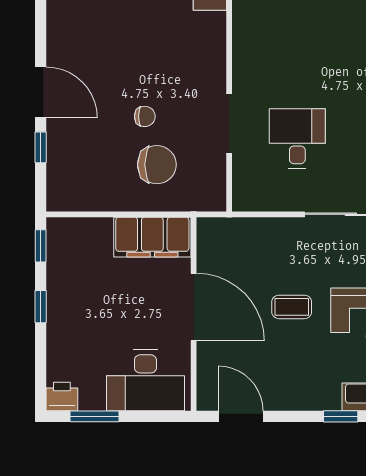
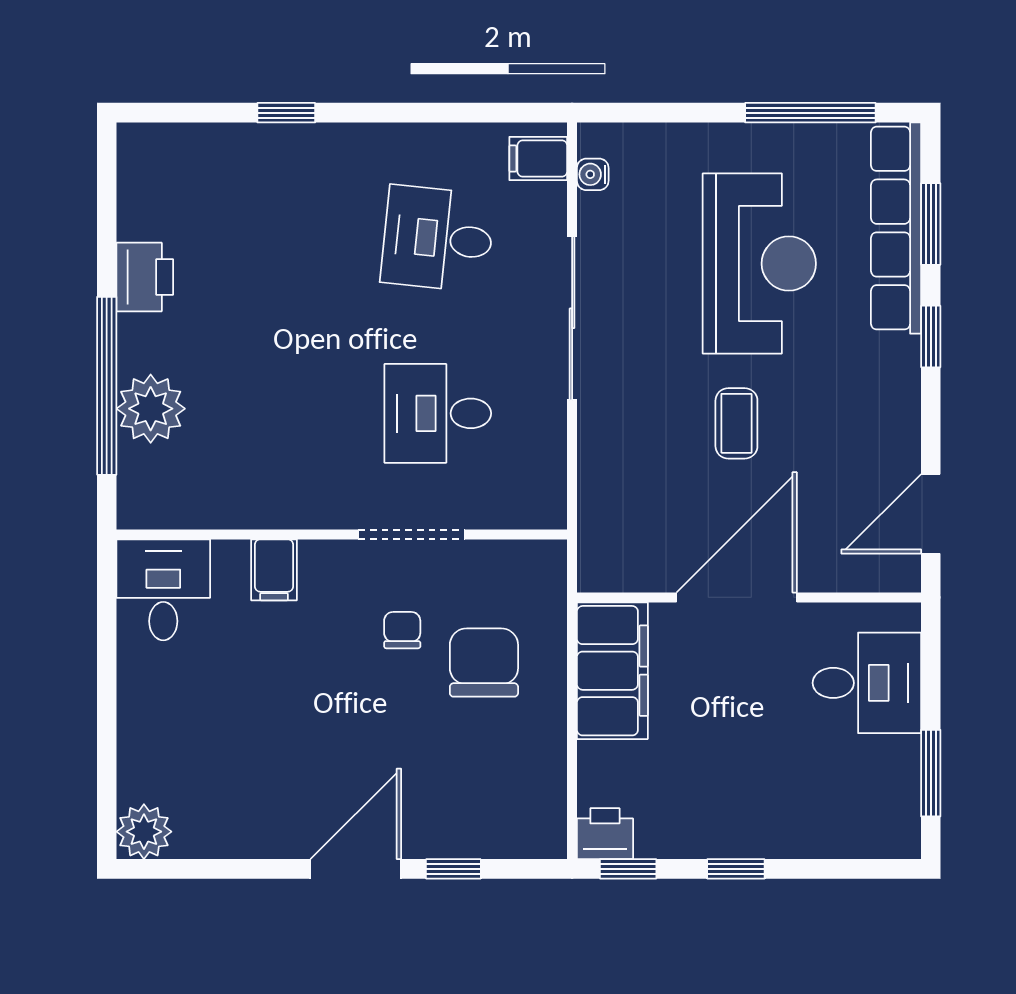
filing cabinet: (209, 46) -> (274, 570), added
chair: (145, 116) -> (402, 630), moved
desk: (145, 380) -> (867, 683), width x0.73
printer: (62, 397) -> (605, 834), moved, turned 90

